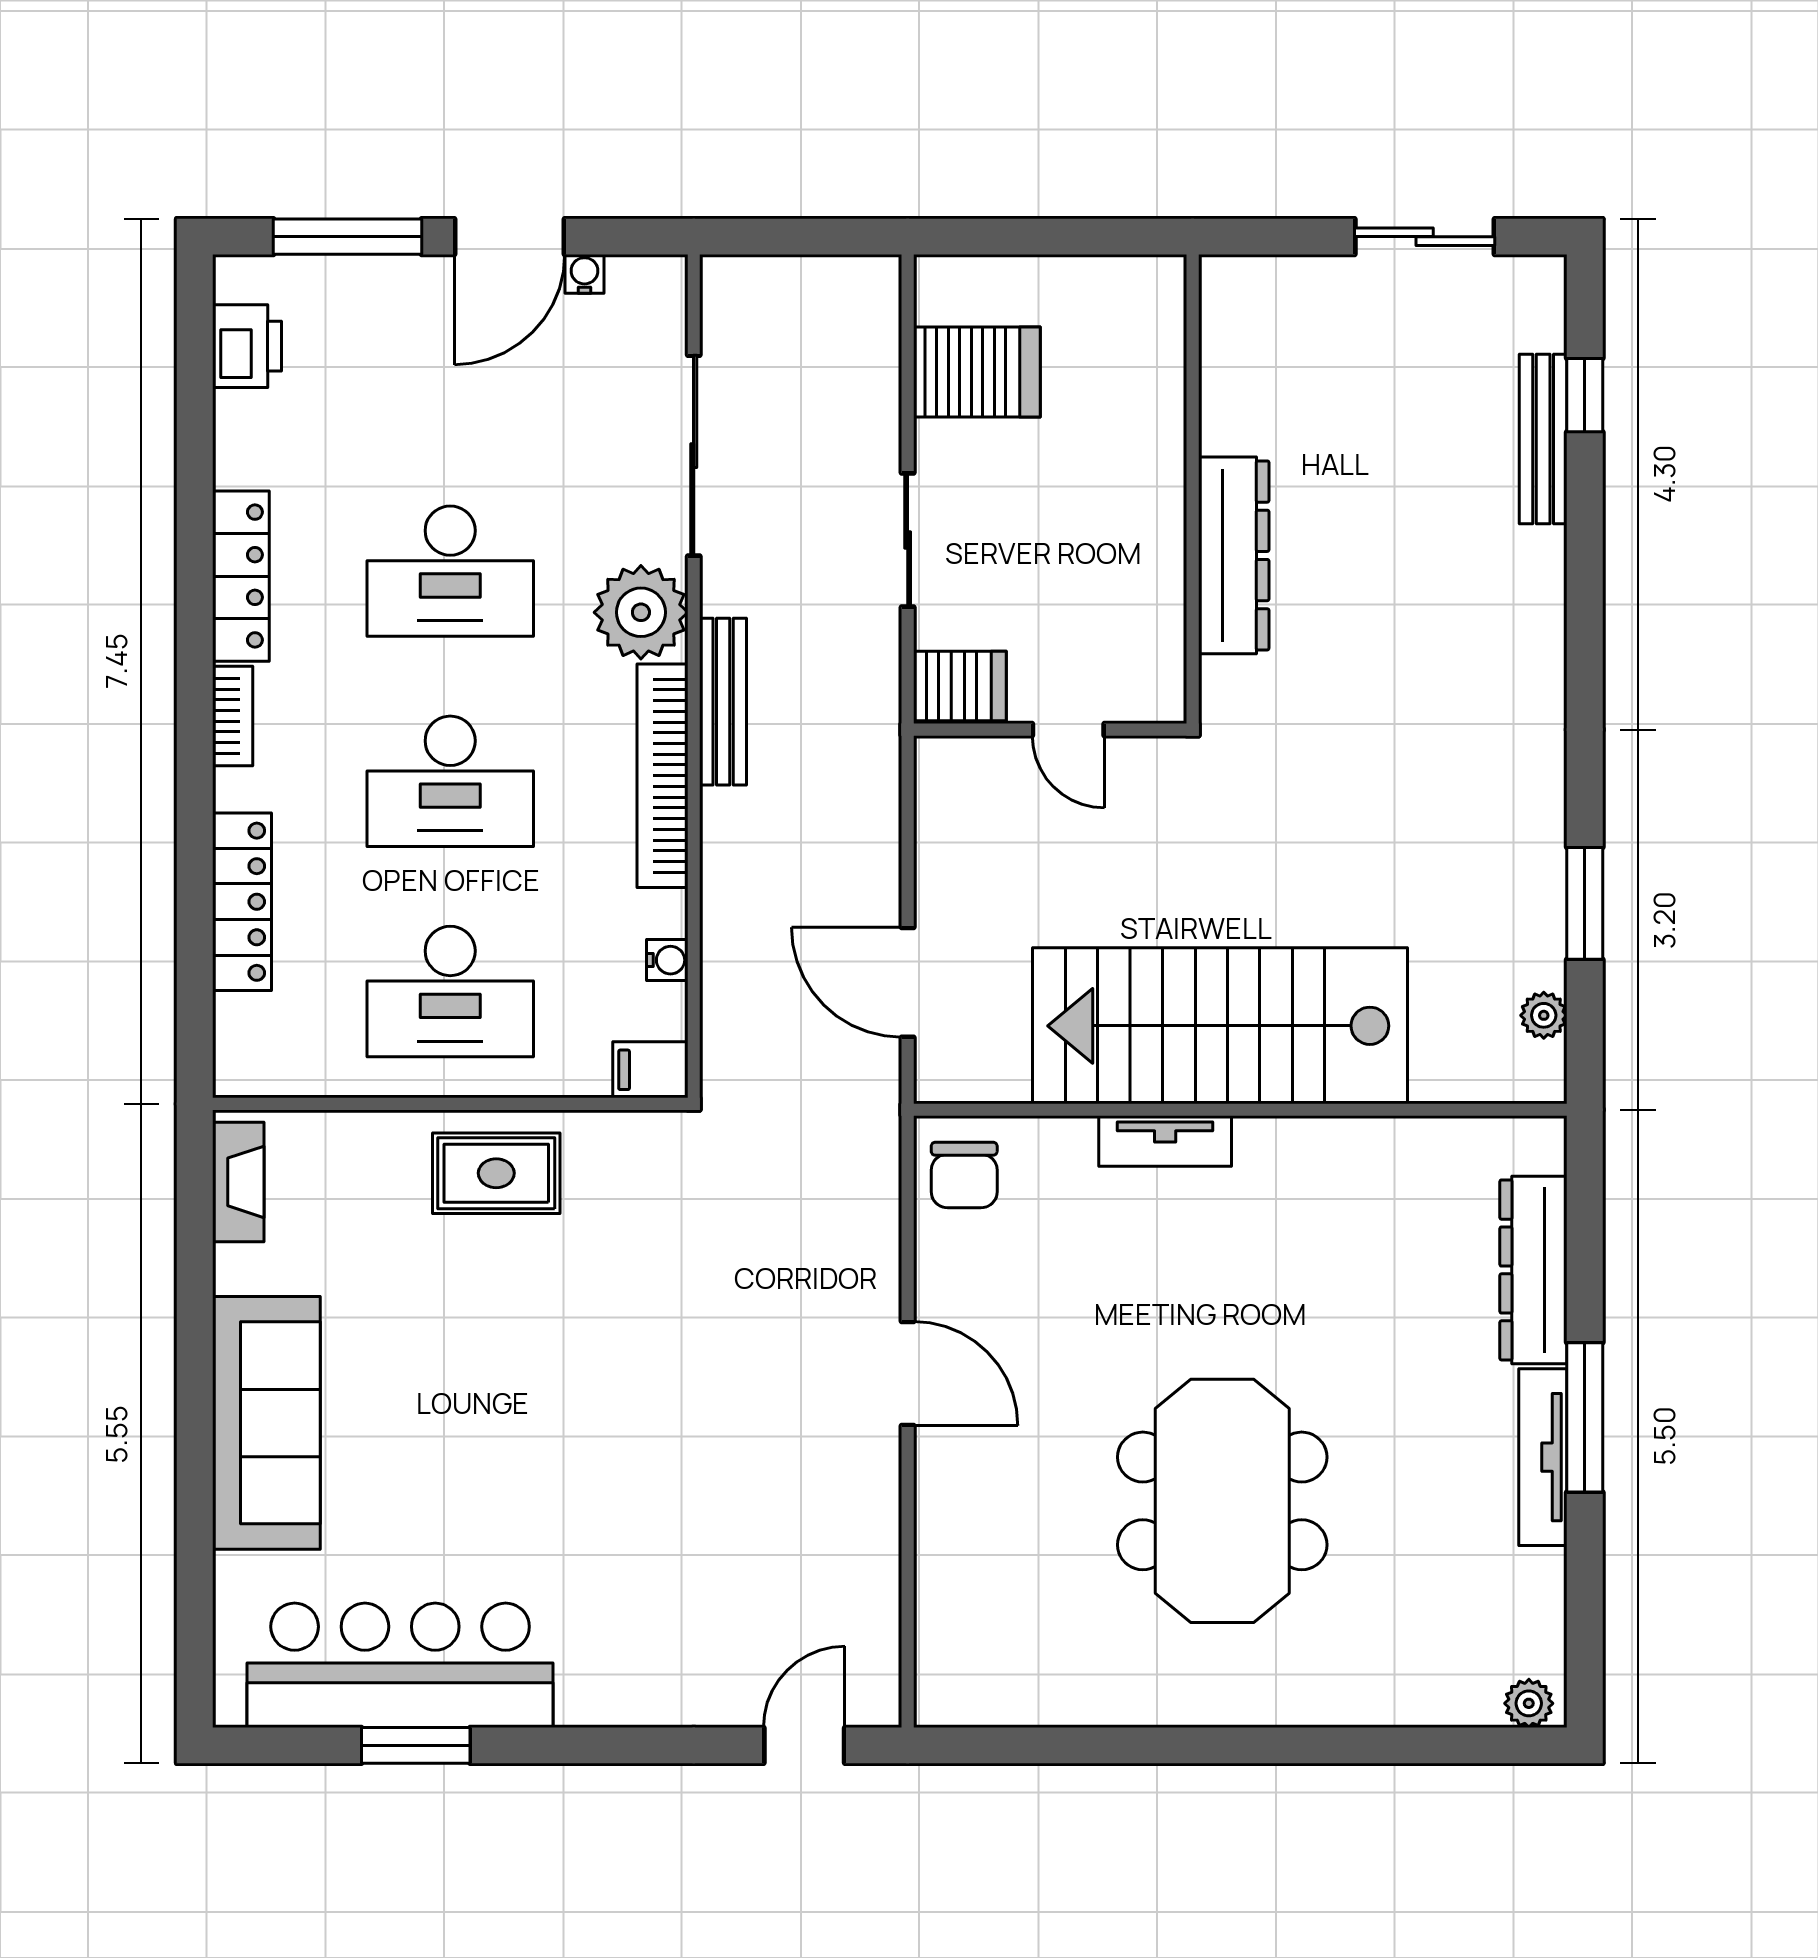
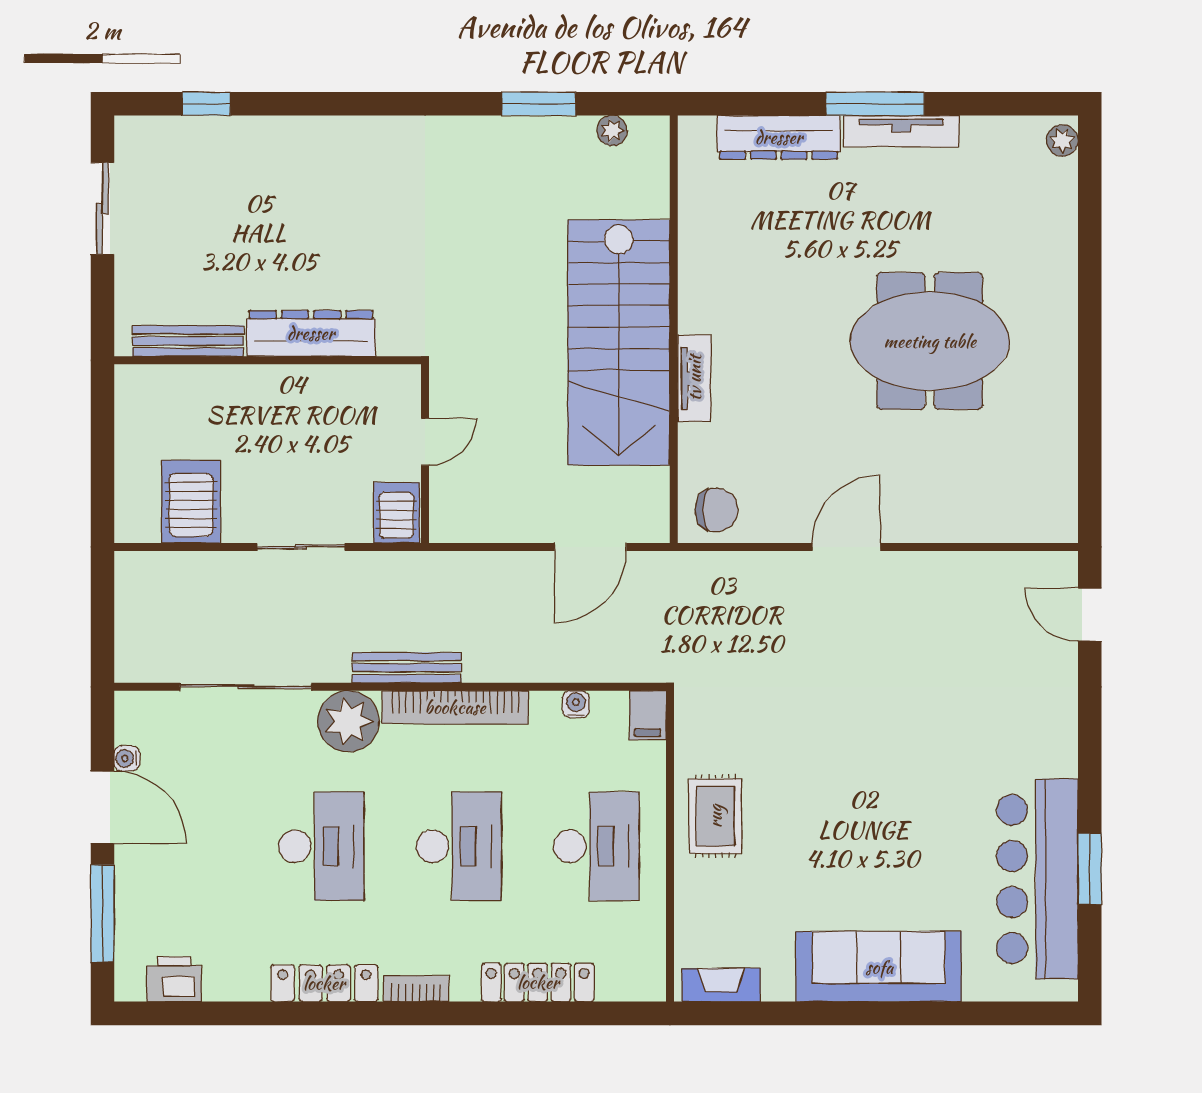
bench: (1543, 439) -> (188, 341), moved

